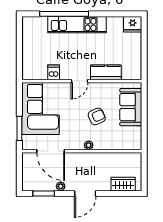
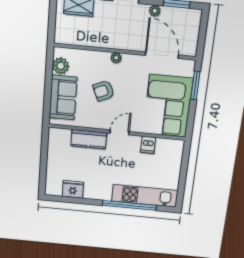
fridge: (133, 24) -> (73, 189), moved
kitchen unit: (77, 25) -> (145, 196), moved
plant: (135, 134) -> (61, 66), added

